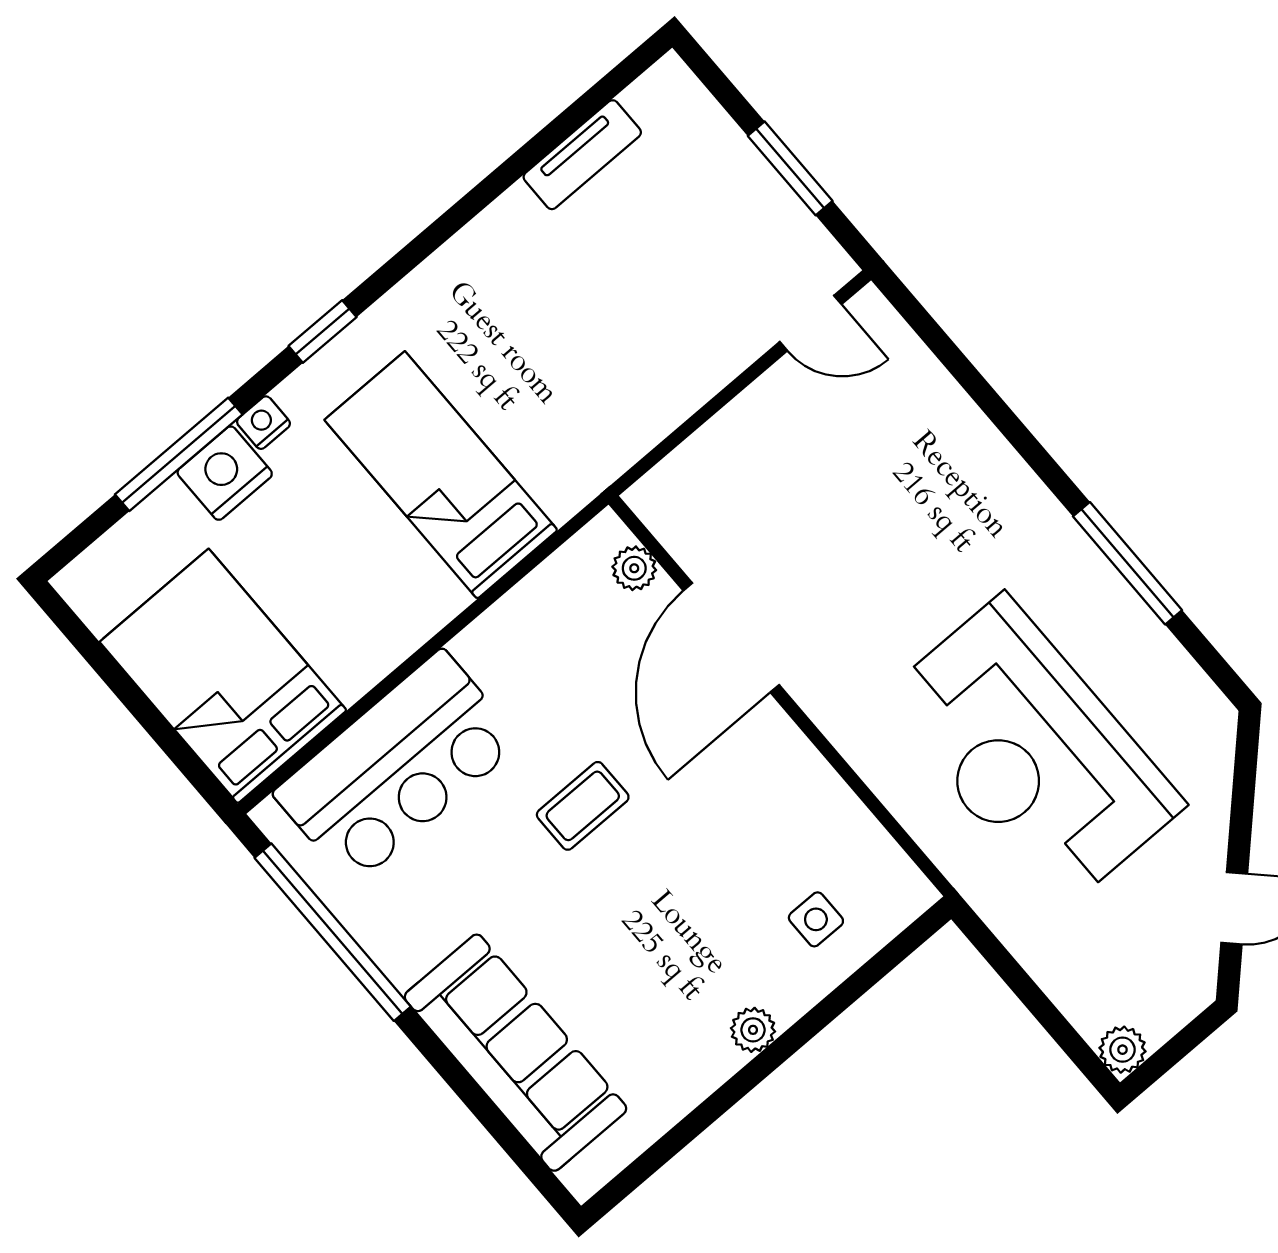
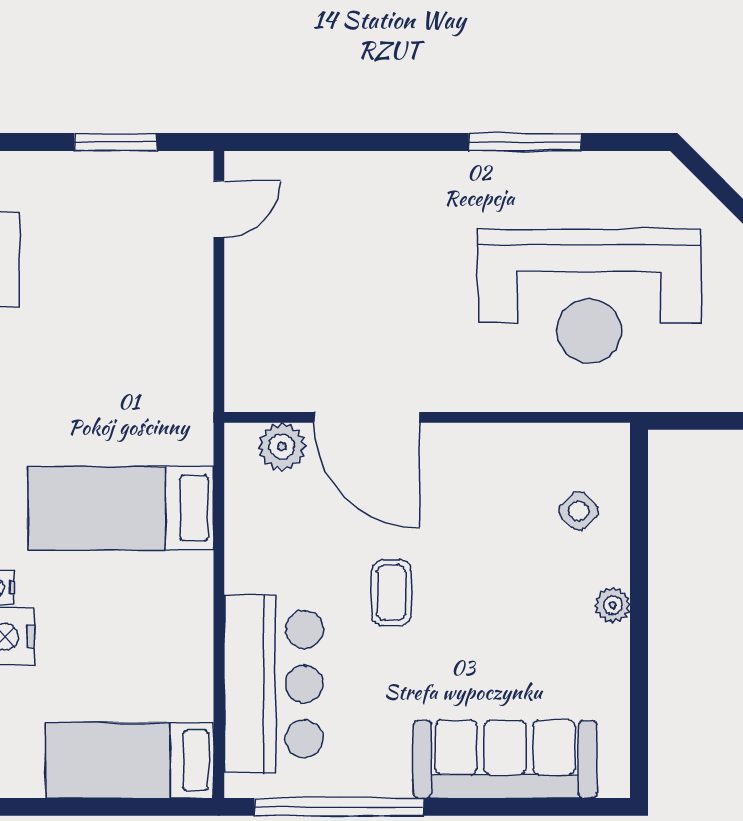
plant: (634, 568) -> (282, 447), width x1.38, depth x1.38
bed: (223, 676) -> (130, 760), width x0.67
side table: (816, 919) -> (579, 511), turned 45

